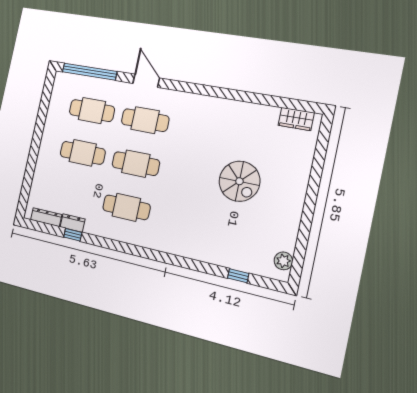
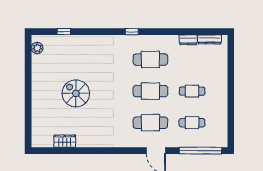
cafe table: (92, 111) -> (192, 123), width x0.73, depth x0.74
wardrobe: (296, 119) -> (65, 141), moved
cafe table: (83, 153) -> (192, 91), width x0.73, depth x0.74
window: (73, 235) -> (132, 32), moved

